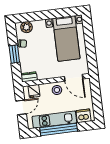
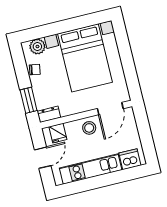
bed with nightstands: (66, 38) -> (85, 58), width x1.36
window: (14, 54) -> (29, 100), moved
door: (74, 78) -> (110, 109), hinge flipped
window: (59, 129) -> (98, 182), removed

